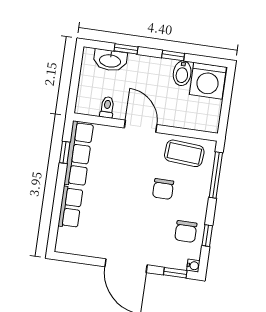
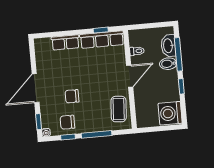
window: (126, 49) -> (178, 54), width x2.17
bidet: (182, 73) -> (168, 64), moved
window: (216, 175) -> (97, 134), moved
chair: (163, 189) -> (72, 96), moved

